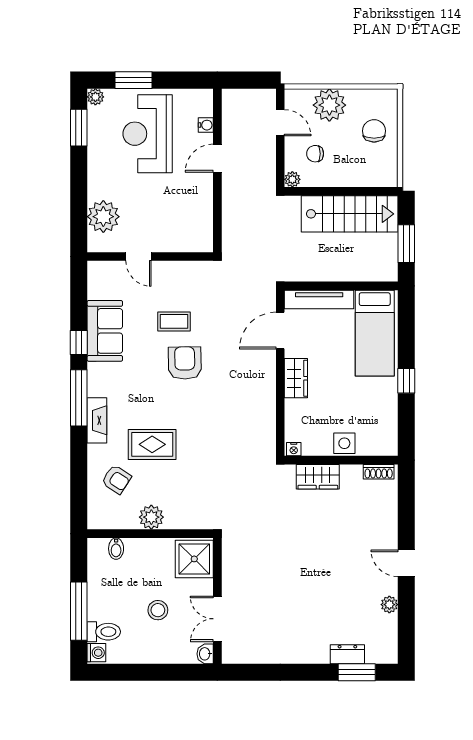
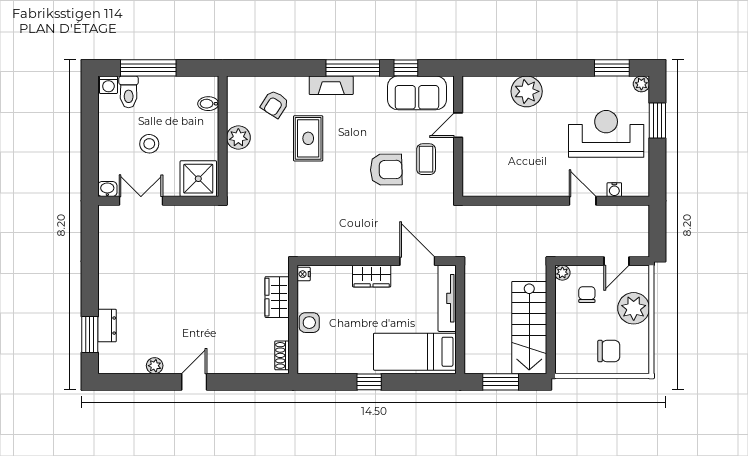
door: (138, 256) -> (458, 125), moved
wall: (150, 256) -> (458, 136), moved

